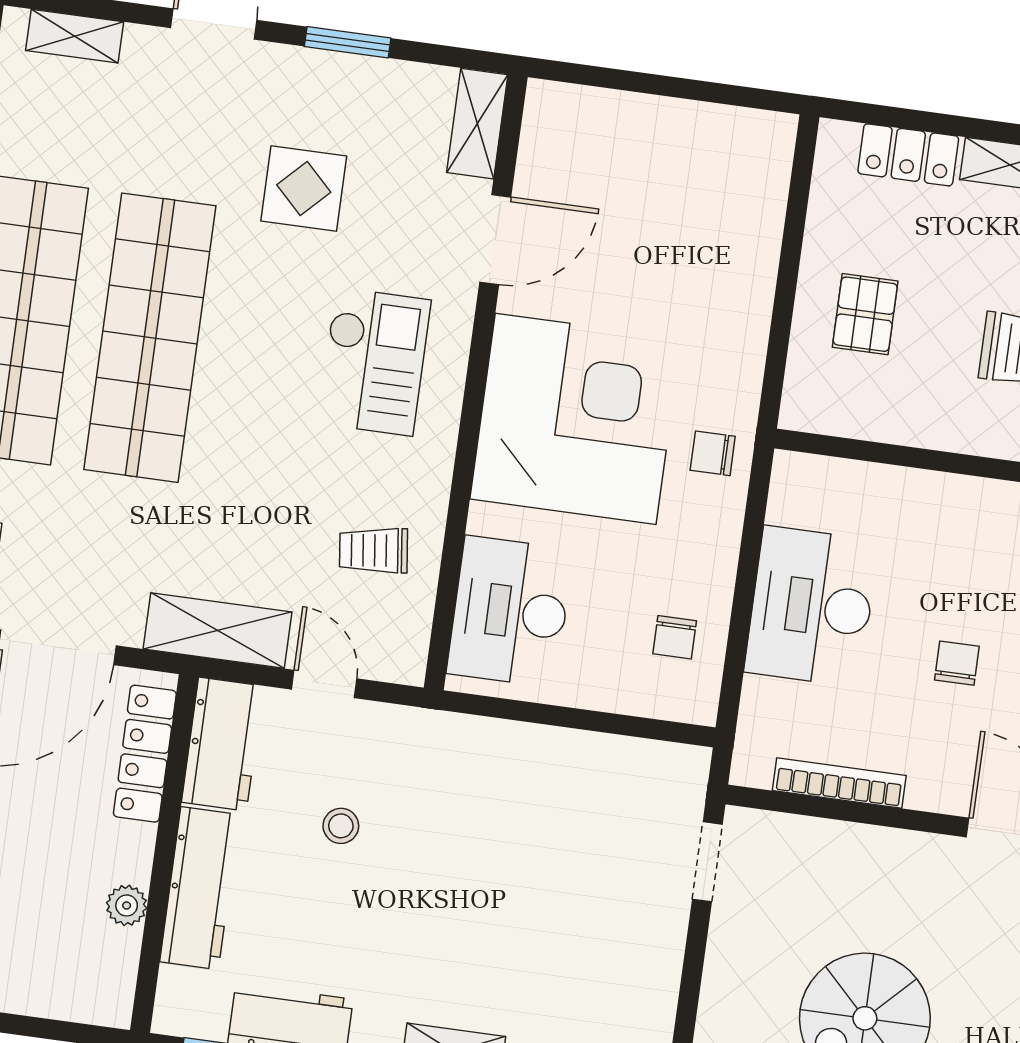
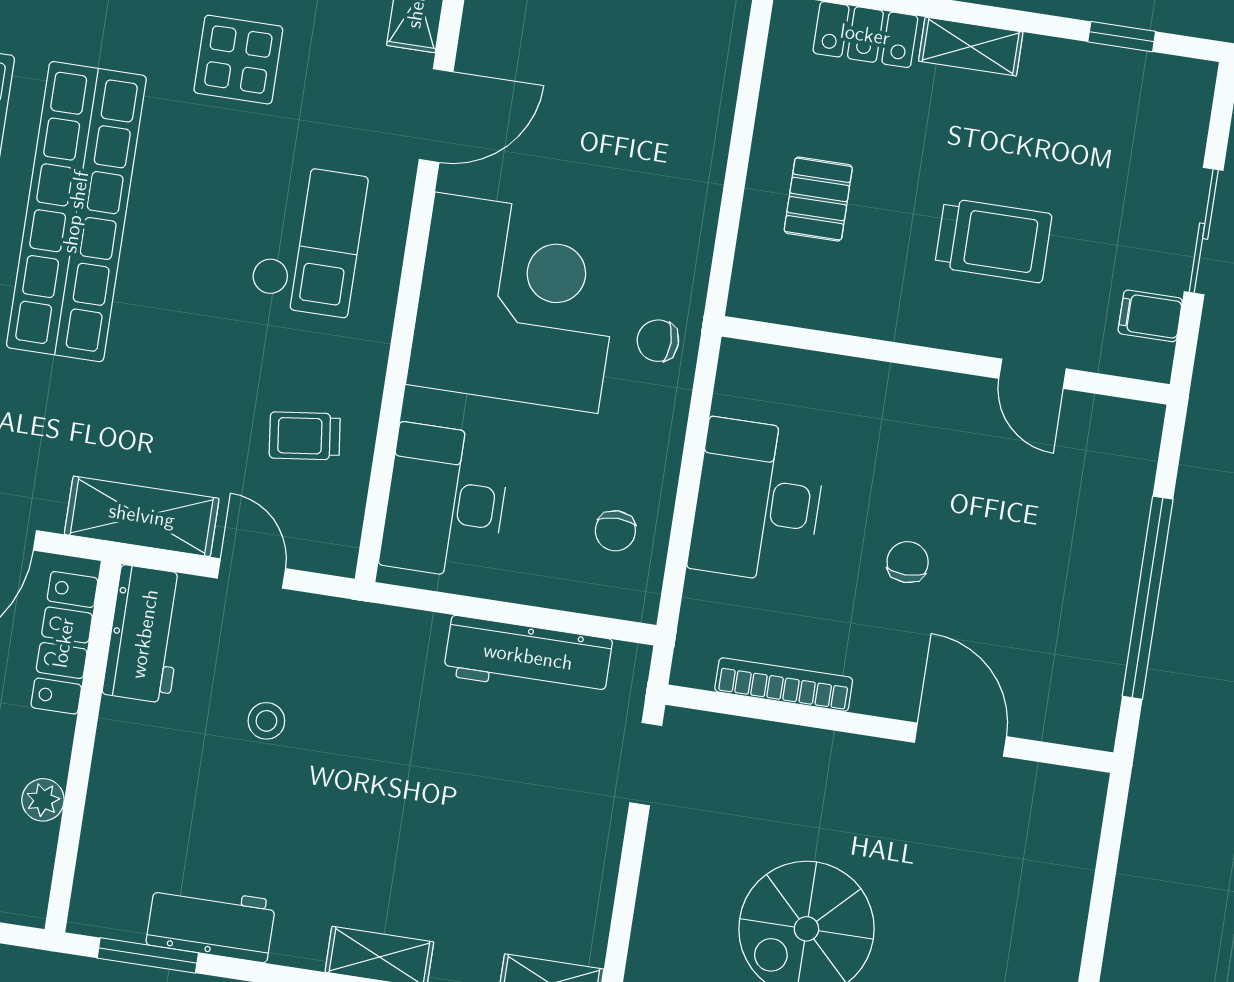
workbench: (199, 888) -> (528, 657), moved, turned 90

